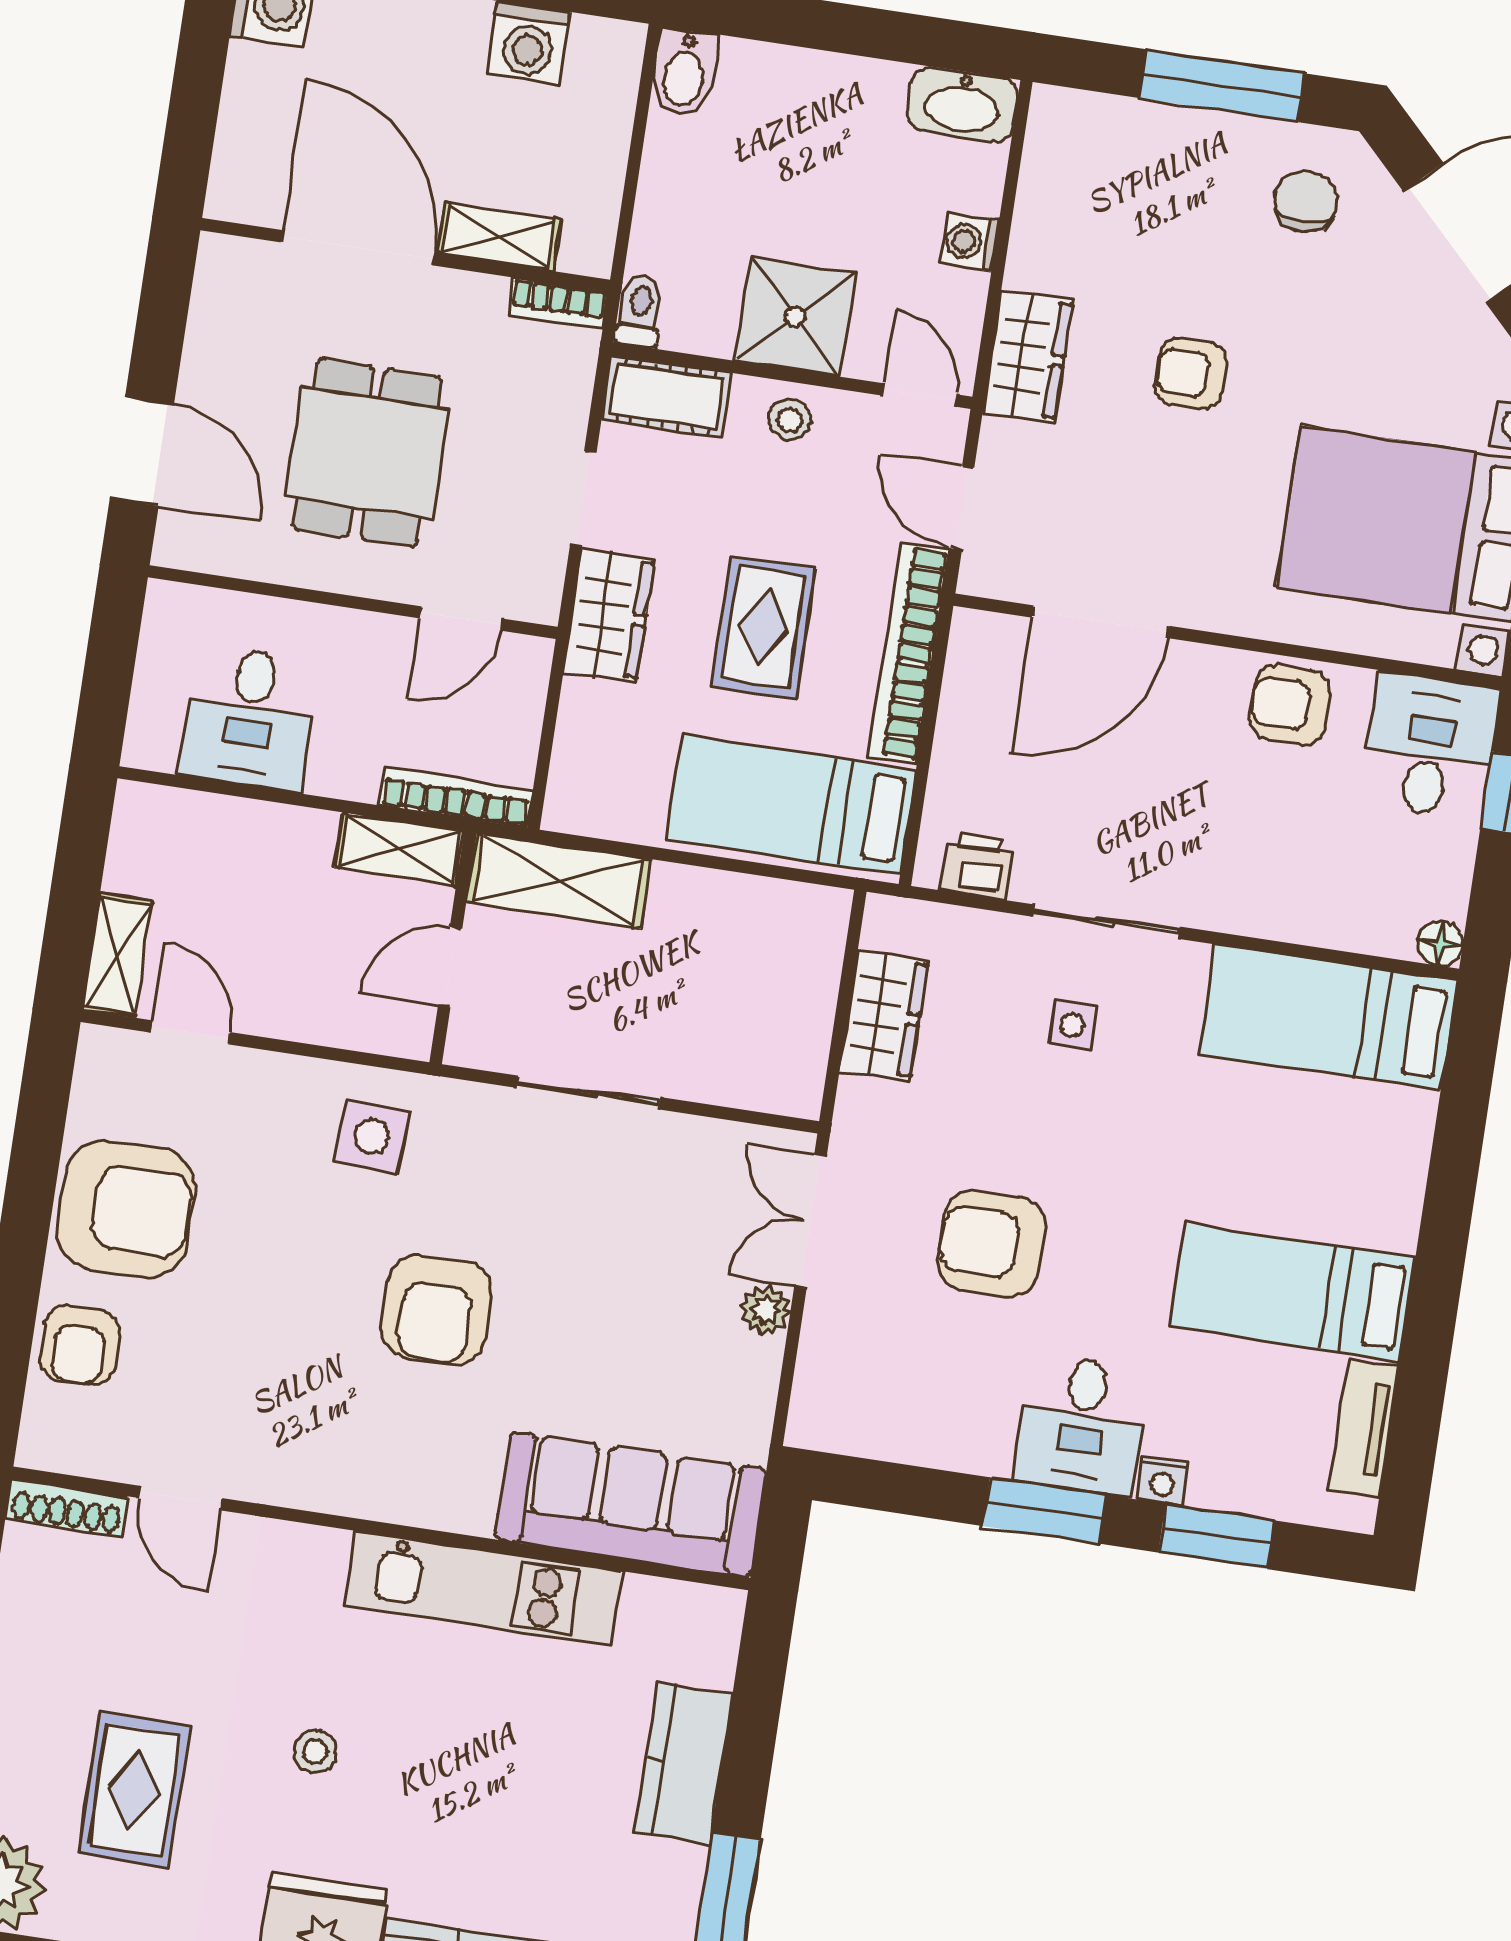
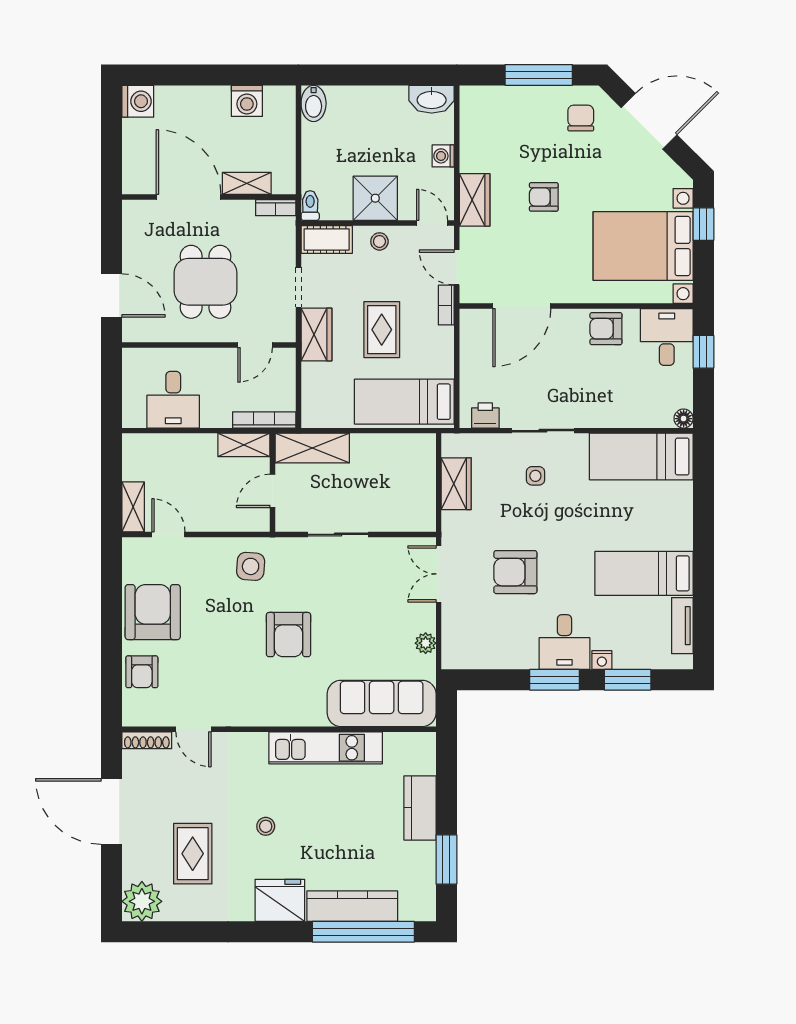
bookcase: (909, 653) -> (446, 305), width x0.43, depth x0.76
armchair: (126, 1209) -> (153, 612), turned -90
plant: (766, 1310) -> (426, 643), moved

